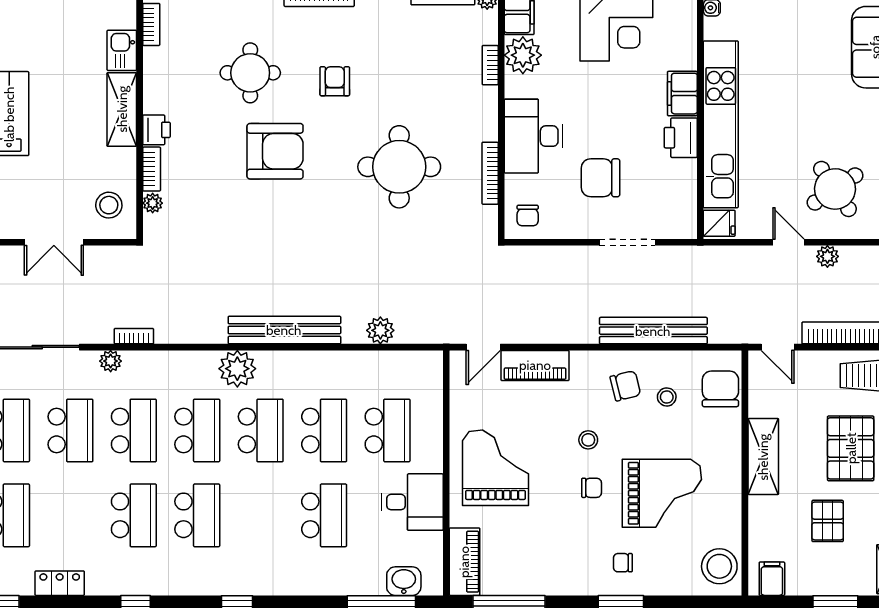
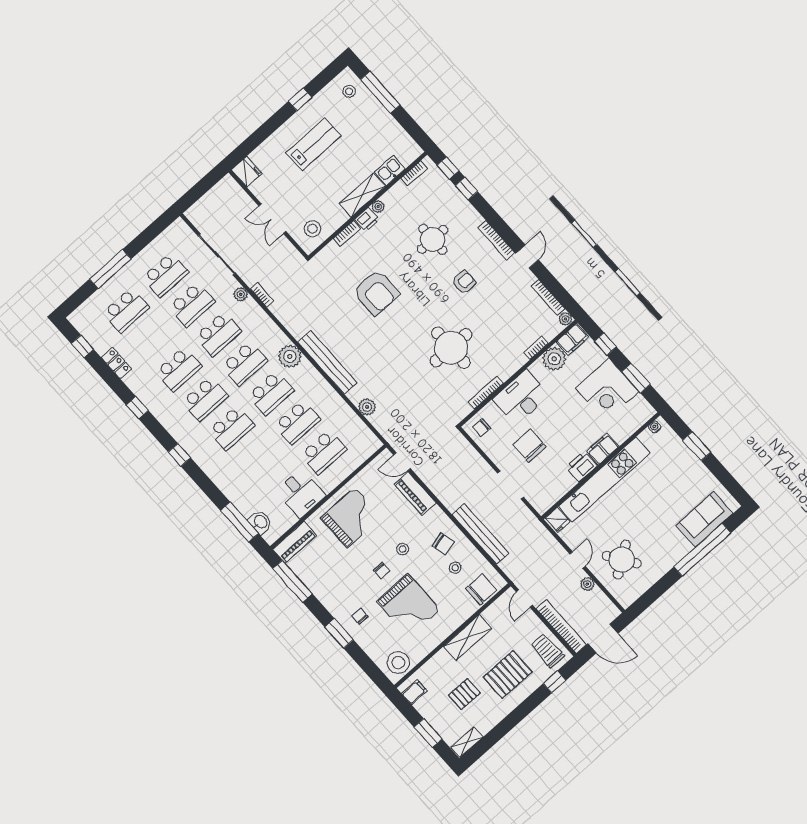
armchair: (275, 151) -> (376, 293), moved
plant: (153, 203) -> (378, 207), moved
school desk: (324, 515) -> (231, 428), moved

